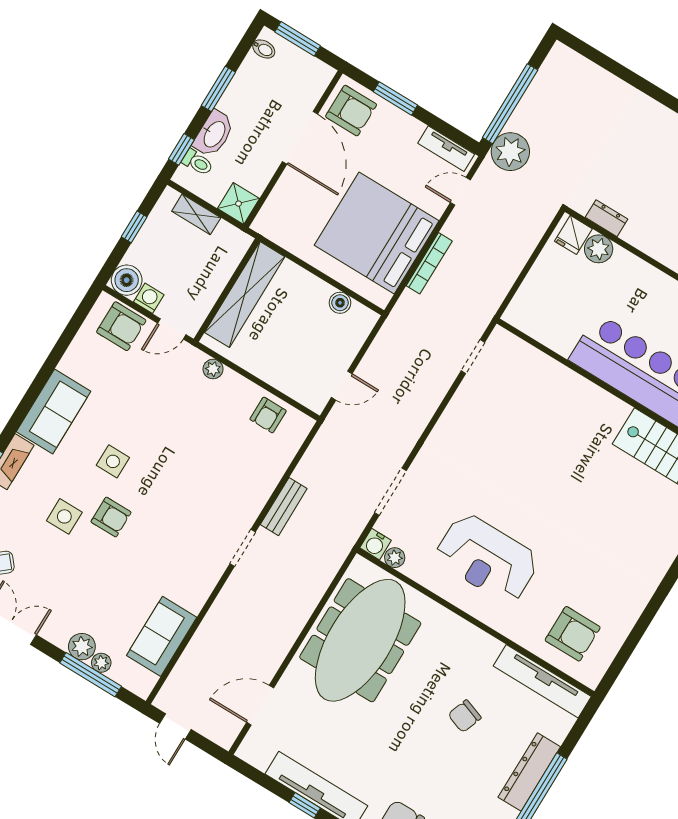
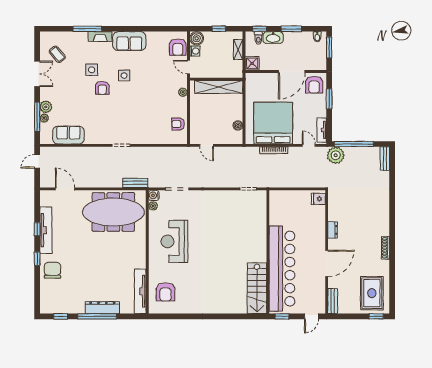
bench: (574, 62) -> (385, 159), added
dresser: (607, 218) -> (333, 230), moved
plant: (599, 249) -> (319, 212), removed
bench: (284, 507) -> (135, 183), moved
chair: (465, 716) -> (109, 270), removed

